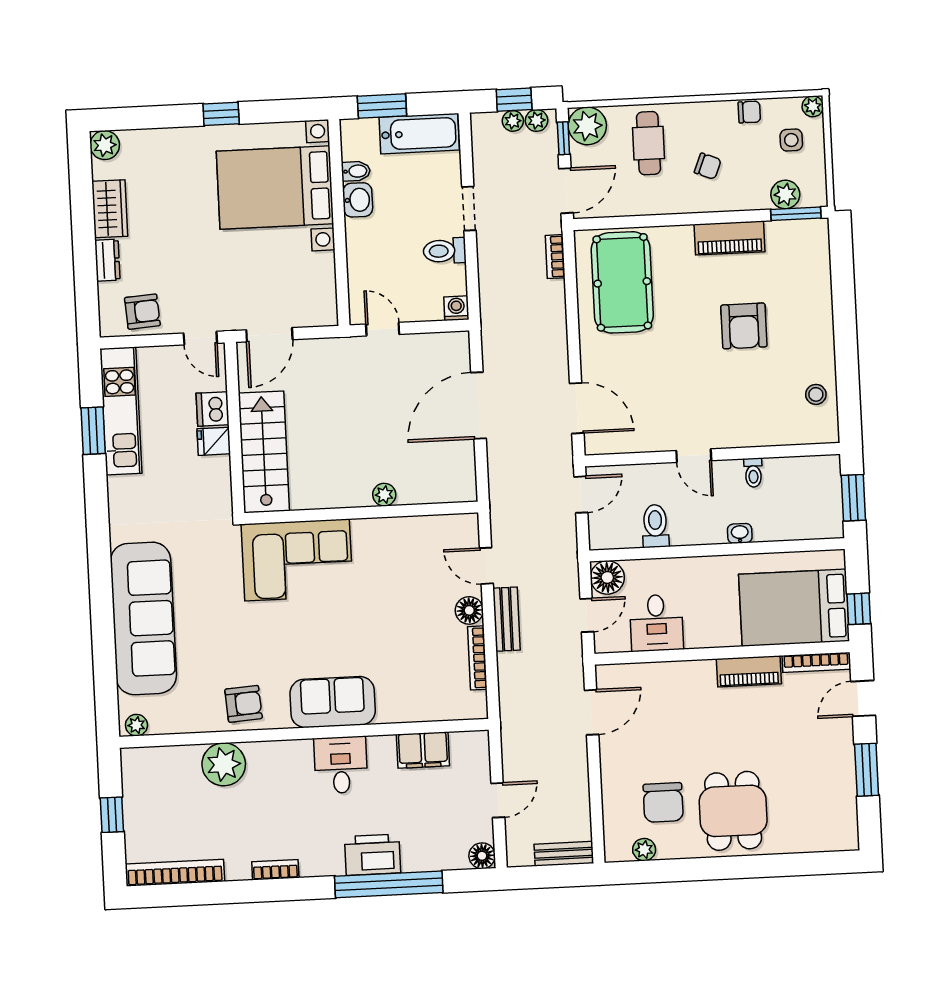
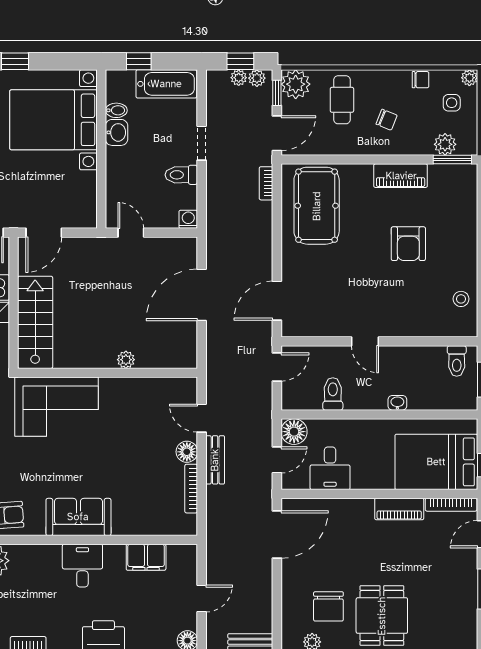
window: (382, 106) -> (139, 61), width x0.67
door: (577, 408) -> (277, 301), swing flipped
toilet: (753, 473) -> (457, 361), moved, width x1.37, depth x1.39
door: (592, 712) -> (277, 535), width x1.36

